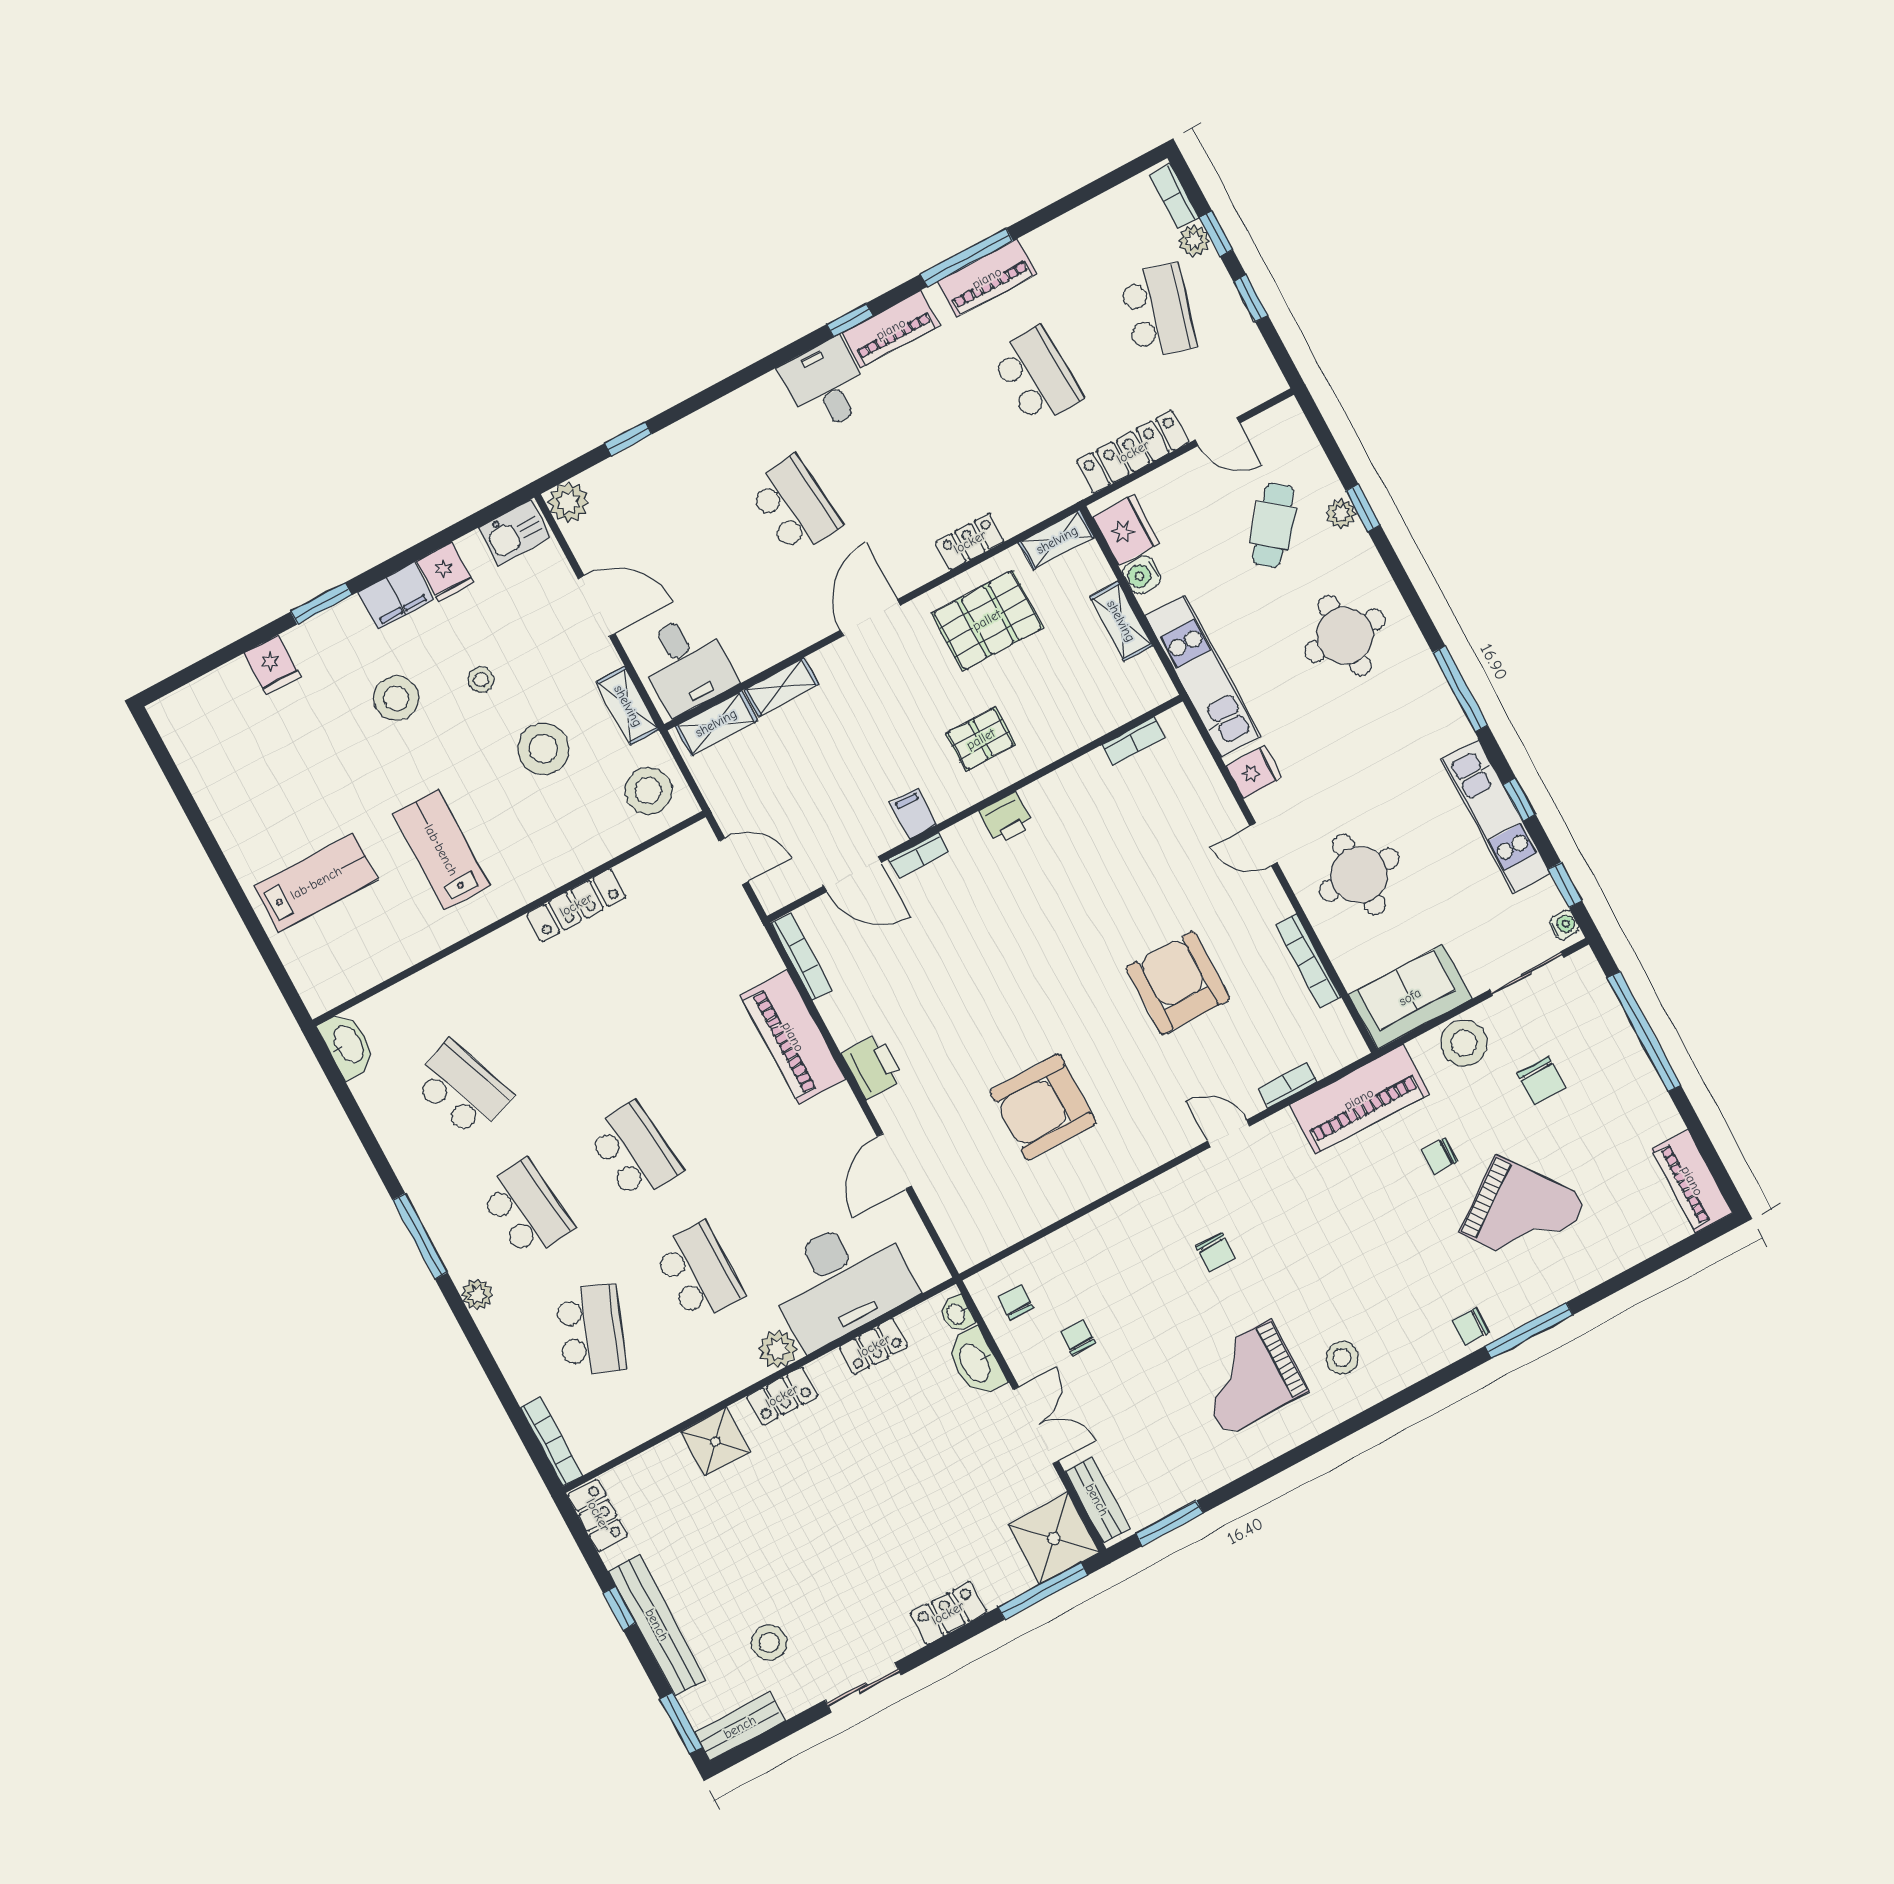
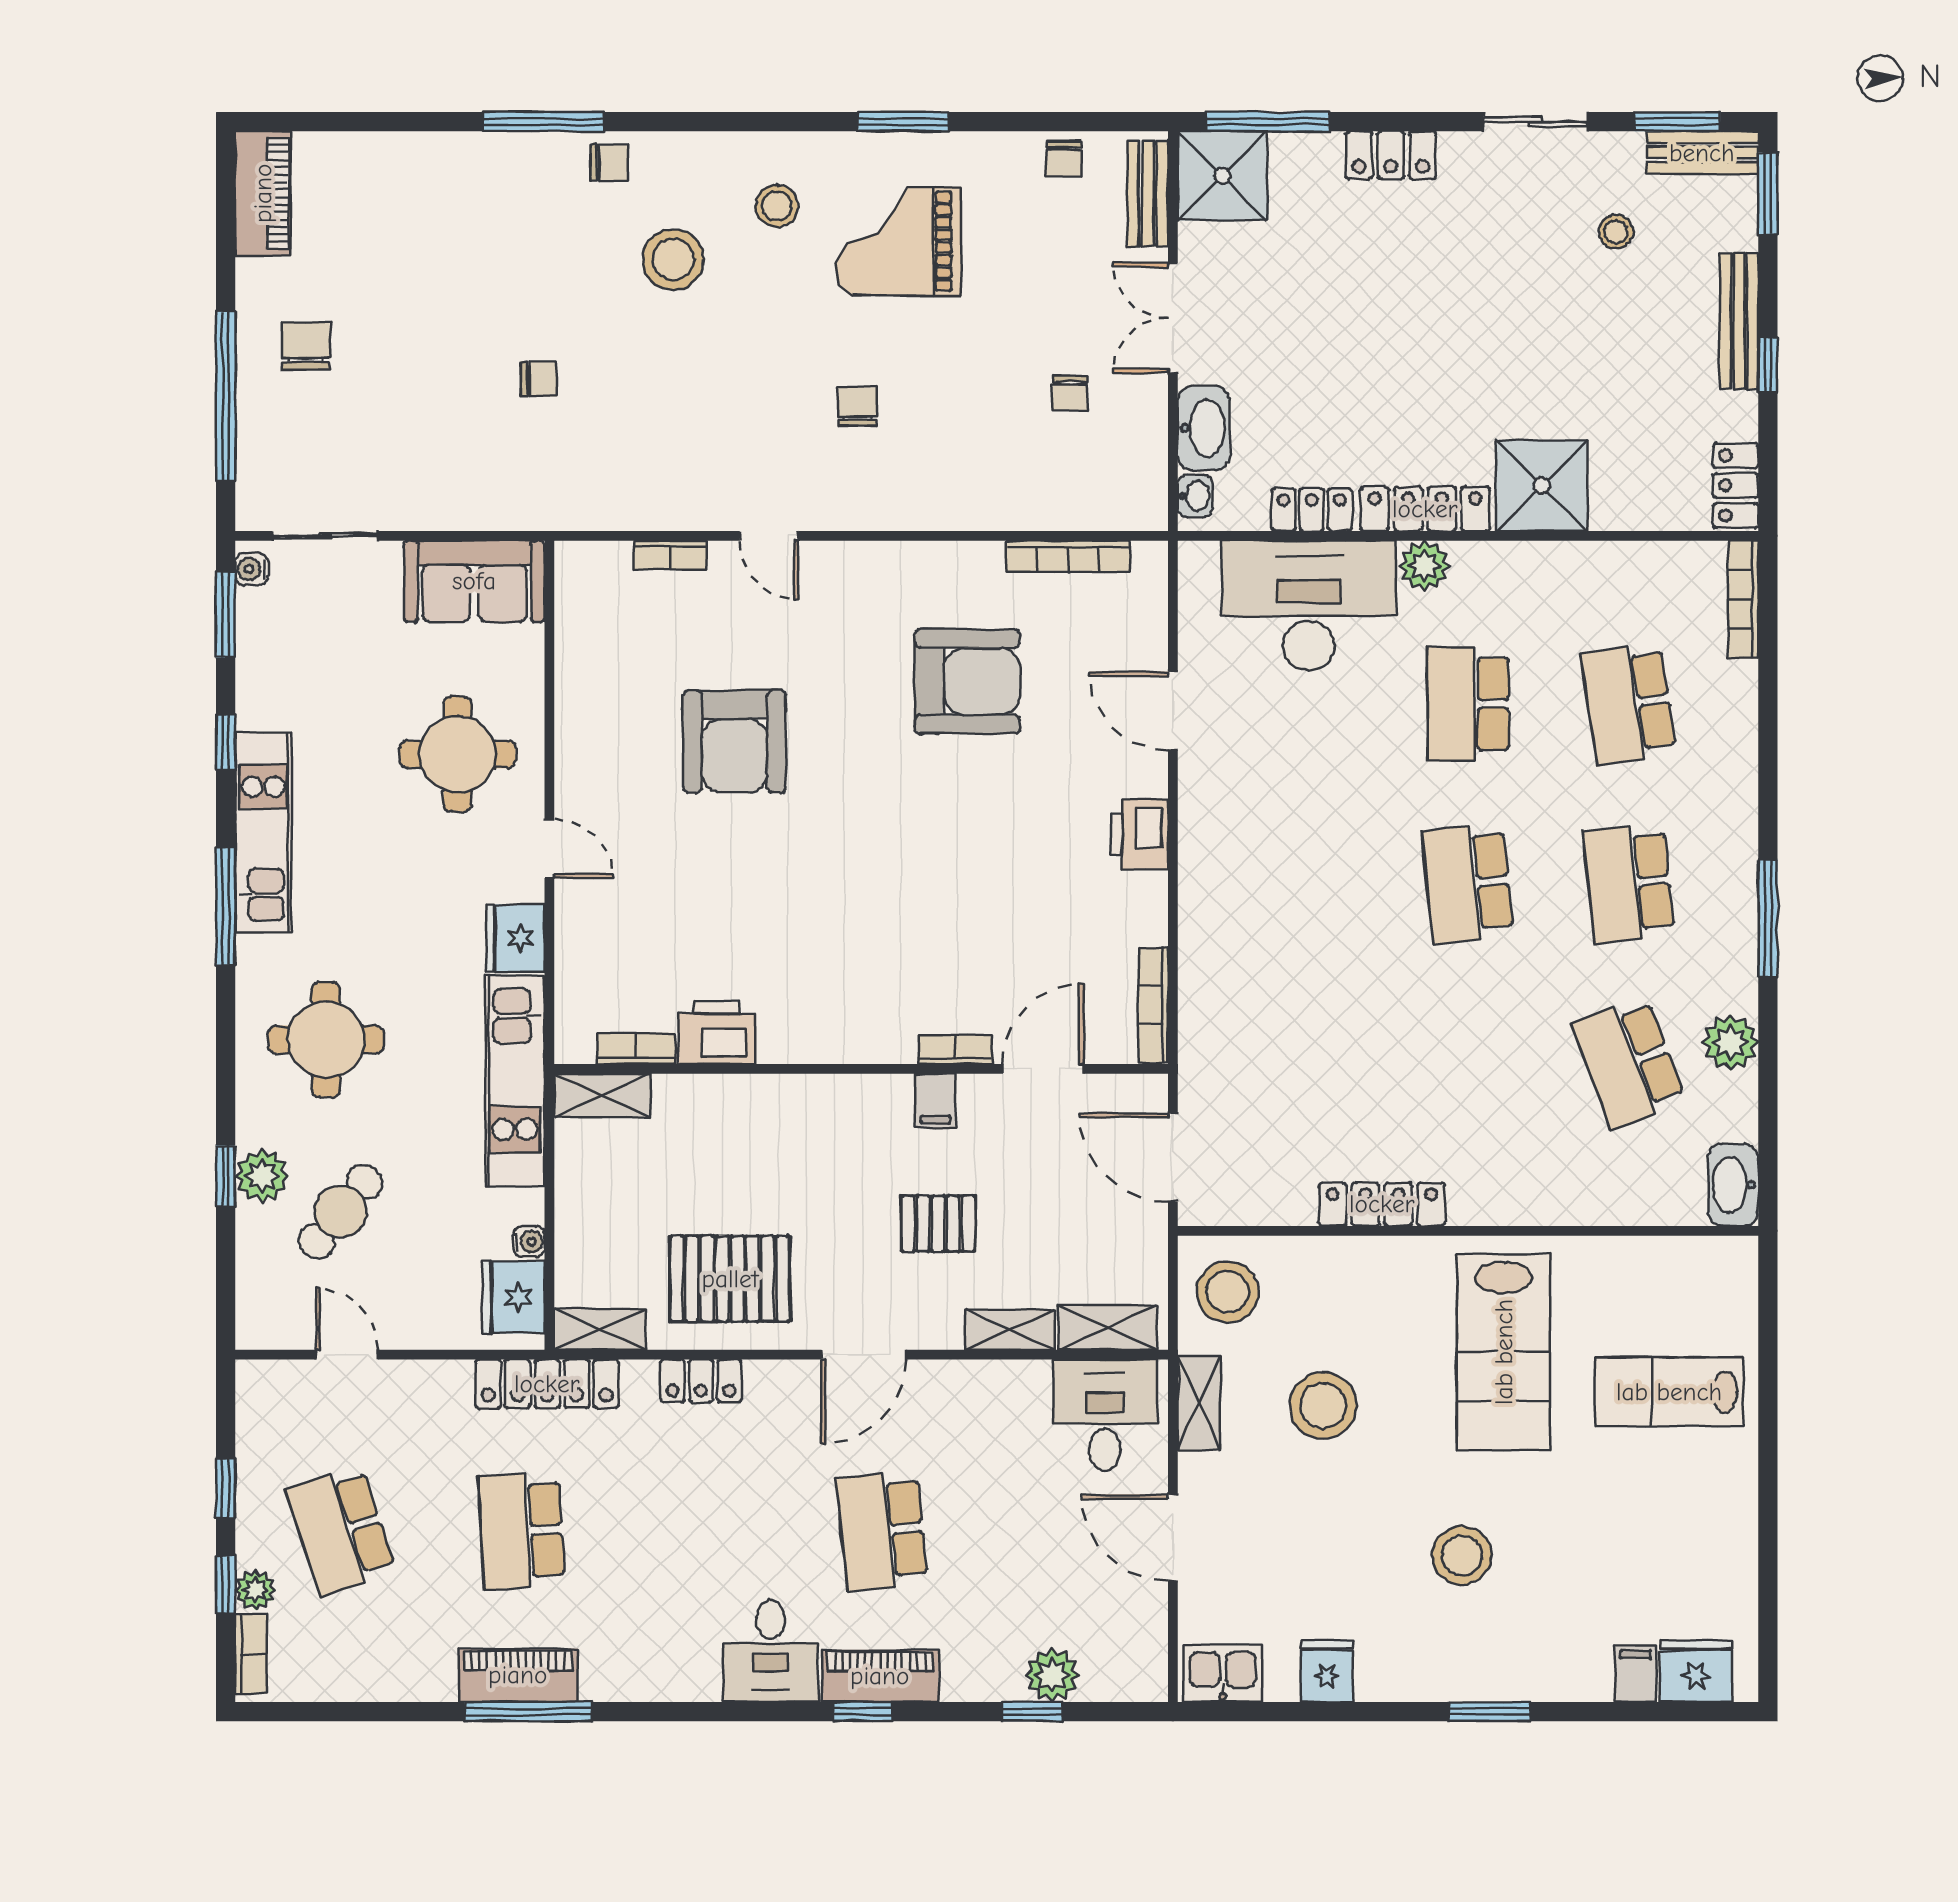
school desk: (1158, 311) -> (341, 1531), turned -33
window: (850, 320) -> (863, 1712), moved
piano: (891, 329) -> (880, 1676), moved
locker: (1133, 452) -> (547, 1384), moved
plant: (568, 502) -> (1052, 1675), moved
plant: (1341, 513) -> (262, 1176), width x1.38, depth x1.38
water cooler: (1142, 575) -> (529, 1242), width x0.72, depth x0.72
filing cabinet: (396, 596) -> (1636, 1674), moved, width x0.50
shelving: (1121, 621) -> (602, 1095), moved, turned 90
fridge: (272, 665) -> (1696, 1671), moved, width x1.38
stool: (481, 680) -> (1352, 1524), removed
pallet: (981, 739) -> (938, 1224), moved
fridge: (1254, 772) -> (515, 938), width x1.38
kitchen unit: (1496, 816) -> (263, 833), moved
printer: (1006, 818) -> (717, 1033), moved, width x1.36, depth x1.24
lab bench: (441, 850) -> (1504, 1352), width x1.36, depth x1.39
door: (734, 861) -> (1173, 1158), width x1.38
door: (853, 874) -> (1043, 1069), hinge flipped
window: (1565, 885) -> (226, 615), width x1.50
bookcase: (1308, 961) -> (1068, 556), moved, turned 90
piano: (793, 1037) -> (1213, 917), removed
stool: (1464, 1043) -> (673, 259), moved
chair: (1541, 1081) -> (306, 346), moved
piano: (1359, 1099) -> (597, 494), removed
door: (894, 1161) -> (1173, 711), swing flipped
grand piano: (1523, 1215) -> (480, 259), removed
plant: (477, 1295) -> (1730, 1042), moved, width x1.38, depth x1.38
chair: (1016, 1302) -> (1063, 159), moved
school desk: (591, 1330) -> (1629, 704), turned -30
grand piano: (1248, 1378) -> (898, 241), turned 180
locker: (782, 1396) -> (1425, 509), width x1.53
shower: (715, 1442) -> (1542, 485), width x1.36, depth x1.36
window: (1169, 1523) -> (903, 122), moved
bench: (657, 1625) -> (1739, 321), width x0.73, depth x0.82
stool: (769, 1643) -> (1616, 232), width x0.73, depth x0.73
window: (768, 1739) -> (1677, 122), added

